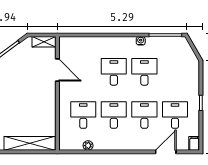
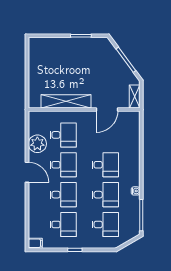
desk: (175, 72) -> (105, 224), added
shelving: (30, 143) -> (66, 101), moved, turned 90
plant: (88, 146) -> (37, 144), width x1.88, depth x1.88
door: (166, 152) -> (27, 172), moved

